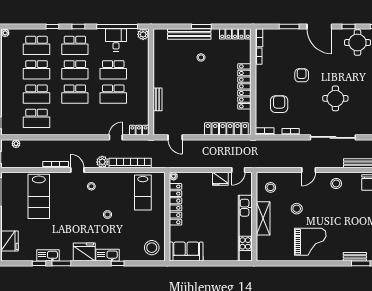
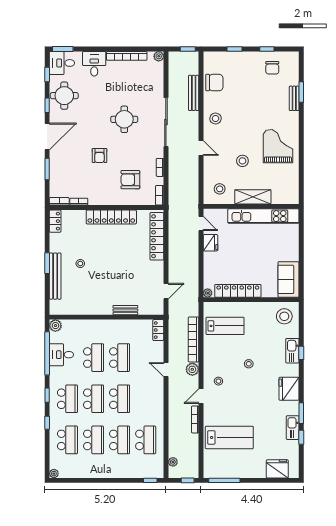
locker: (235, 34) -> (55, 221), width x0.66
armchair: (302, 75) -> (99, 156), turned -90
door: (116, 137) -> (166, 370), moved
kitchen sink: (107, 255) -> (292, 351), moved

